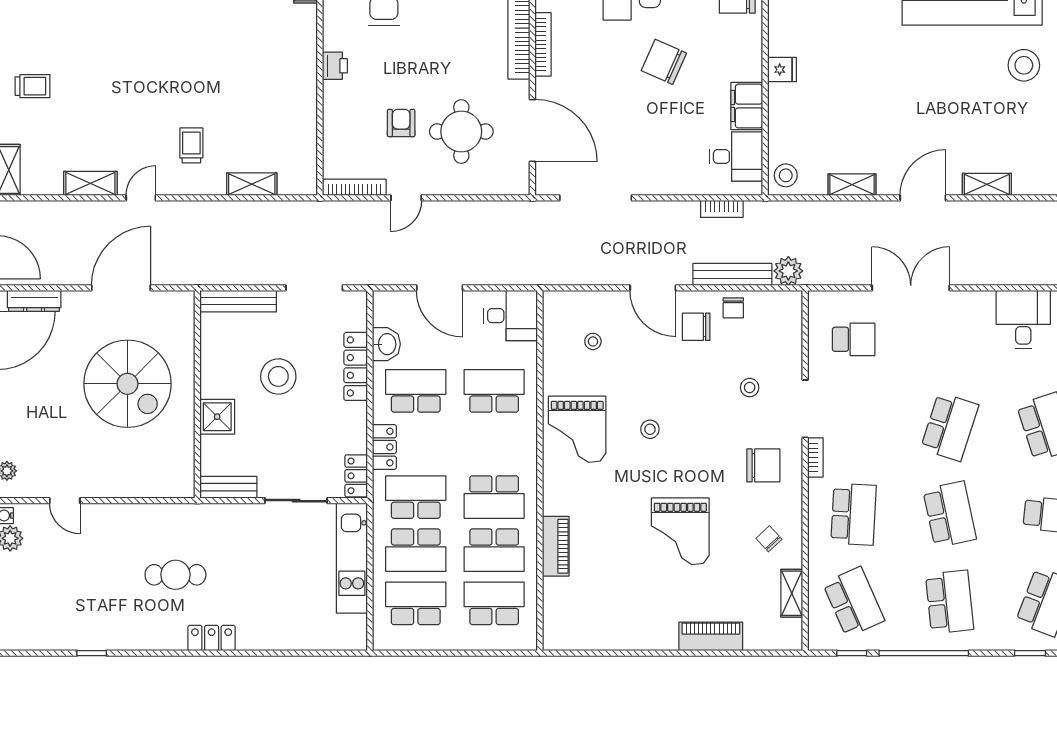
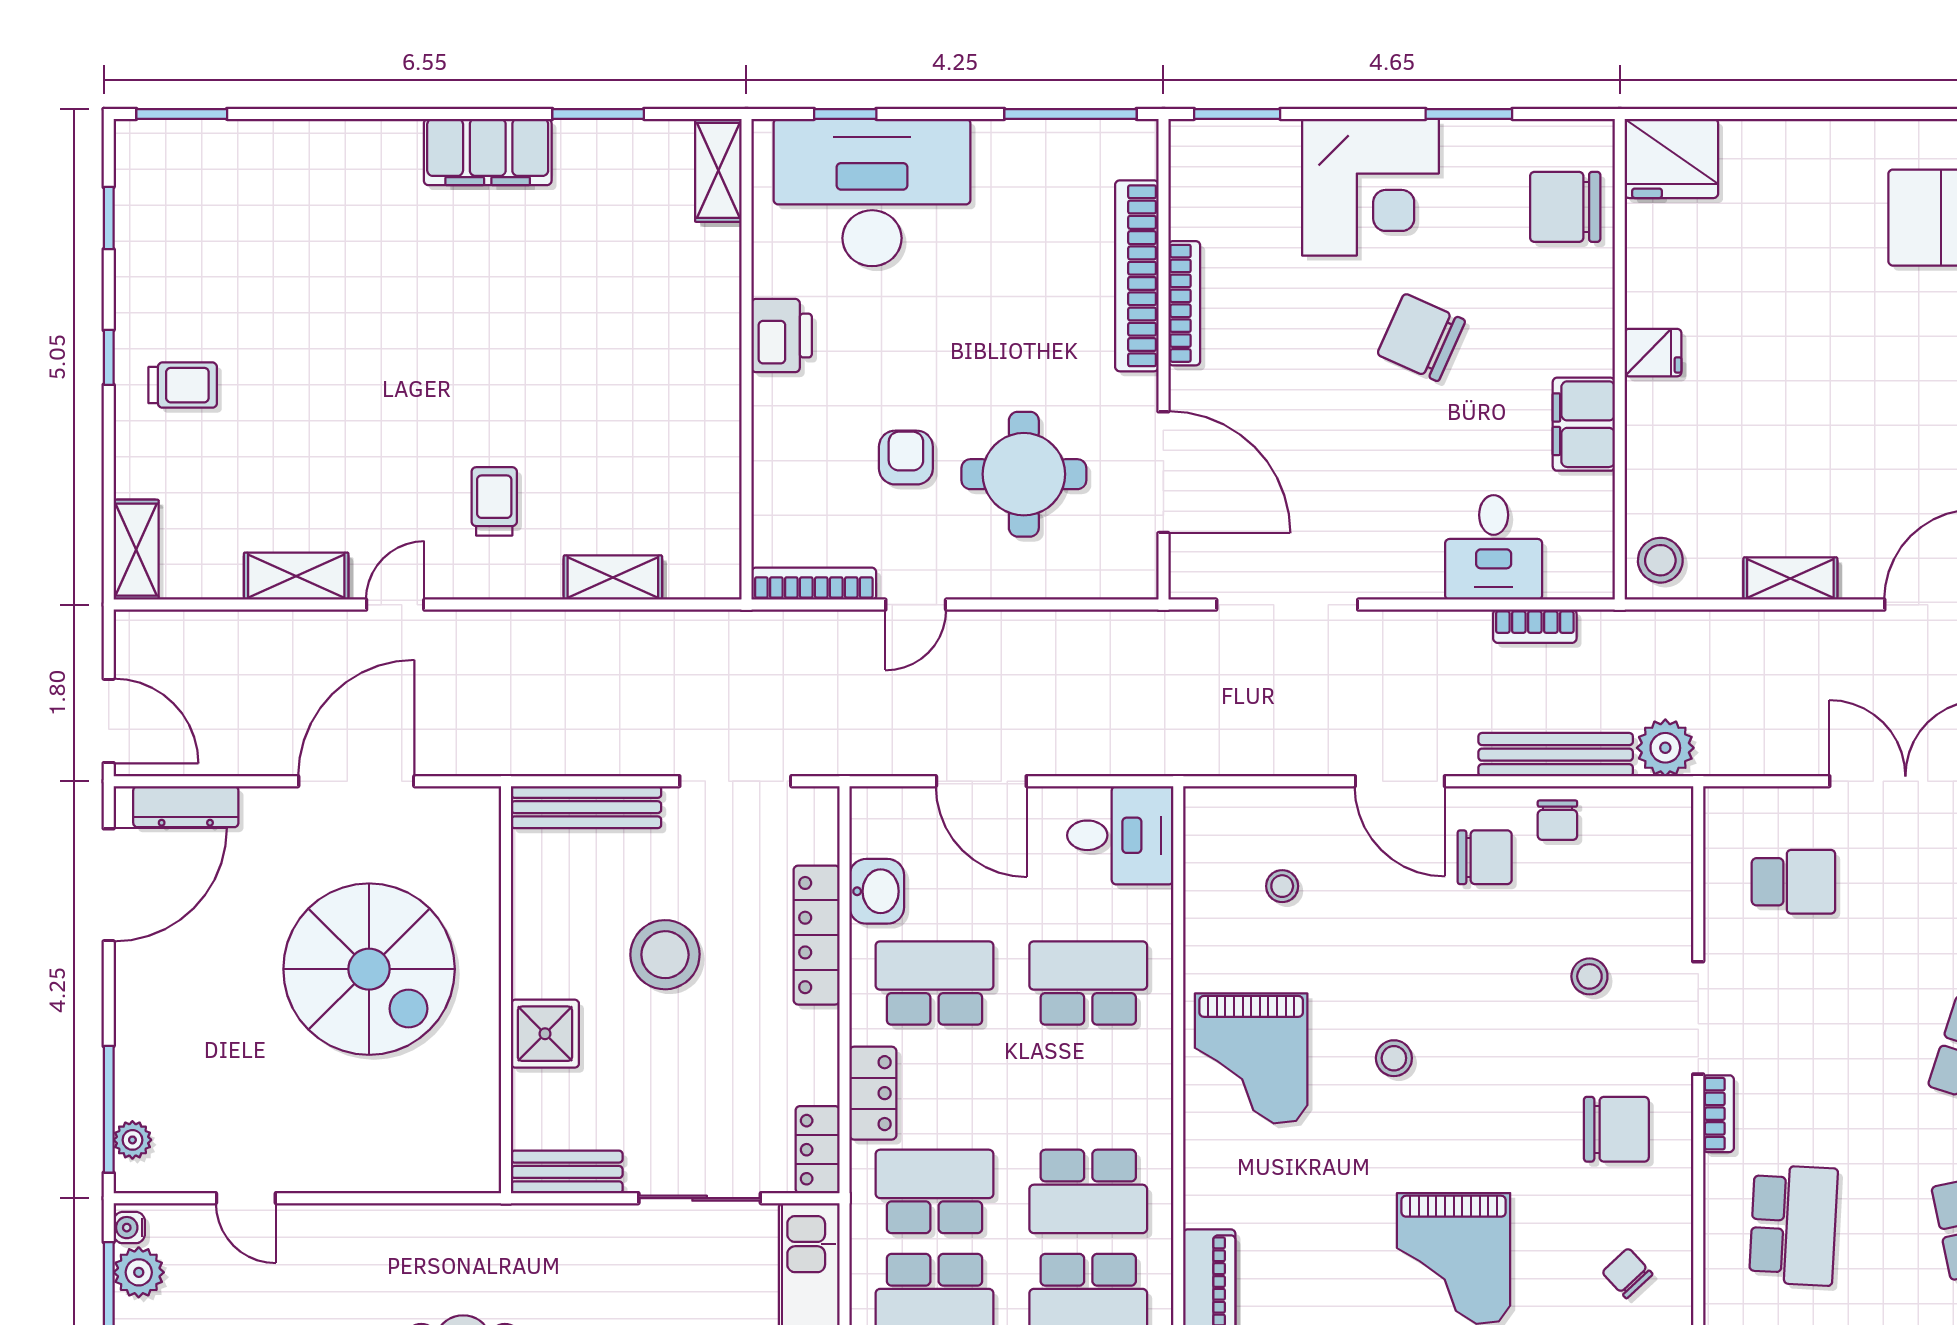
printer: (335, 66) -> (782, 336), width x1.36, depth x1.24
desk: (736, 156) -> (1494, 547), moved, turned 90
chair: (696, 327) -> (1485, 857), turned 180

